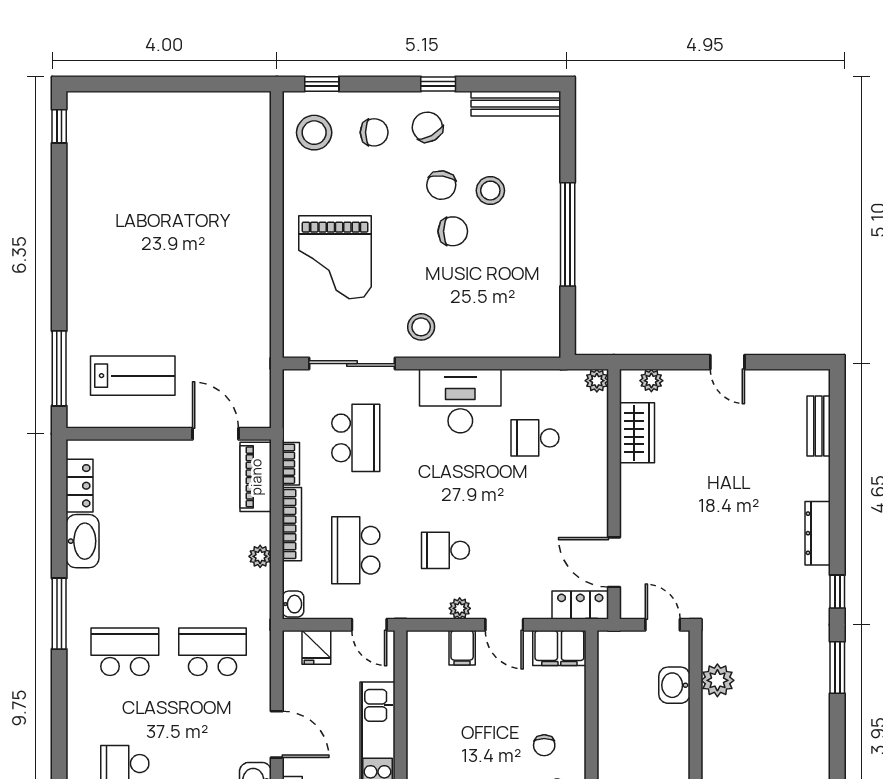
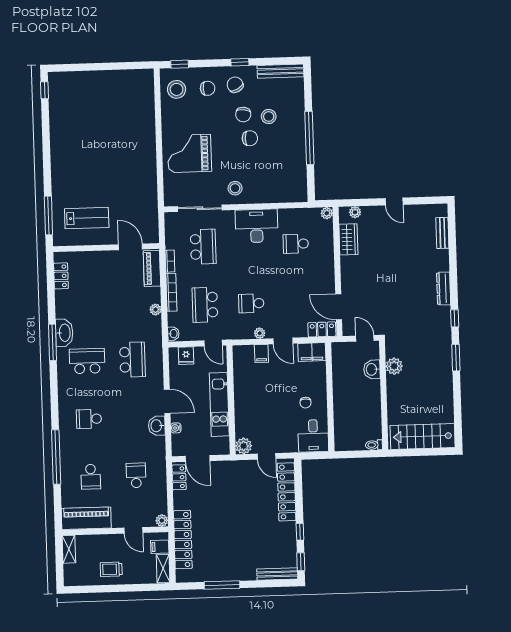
grand piano: (335, 257) -> (189, 153), turned 90
washbasin: (82, 541) -> (64, 333), moved
school desk: (213, 652) -> (132, 360), turned 90

